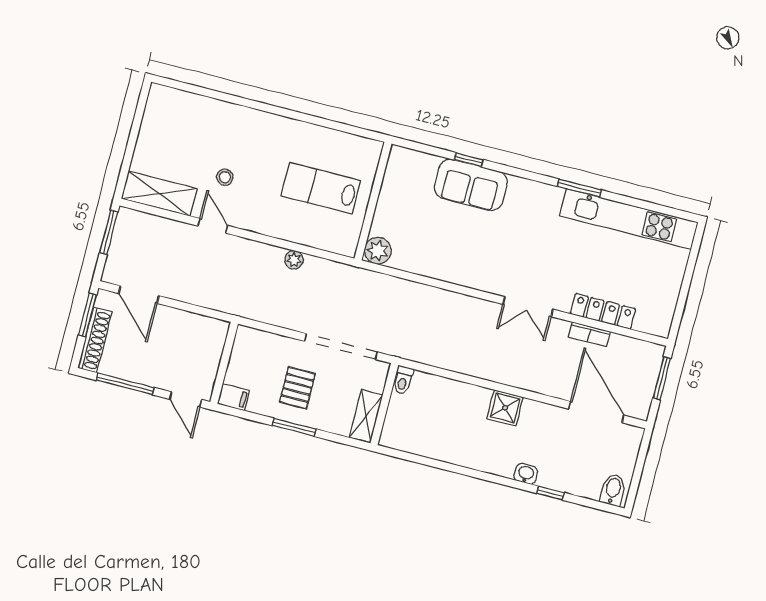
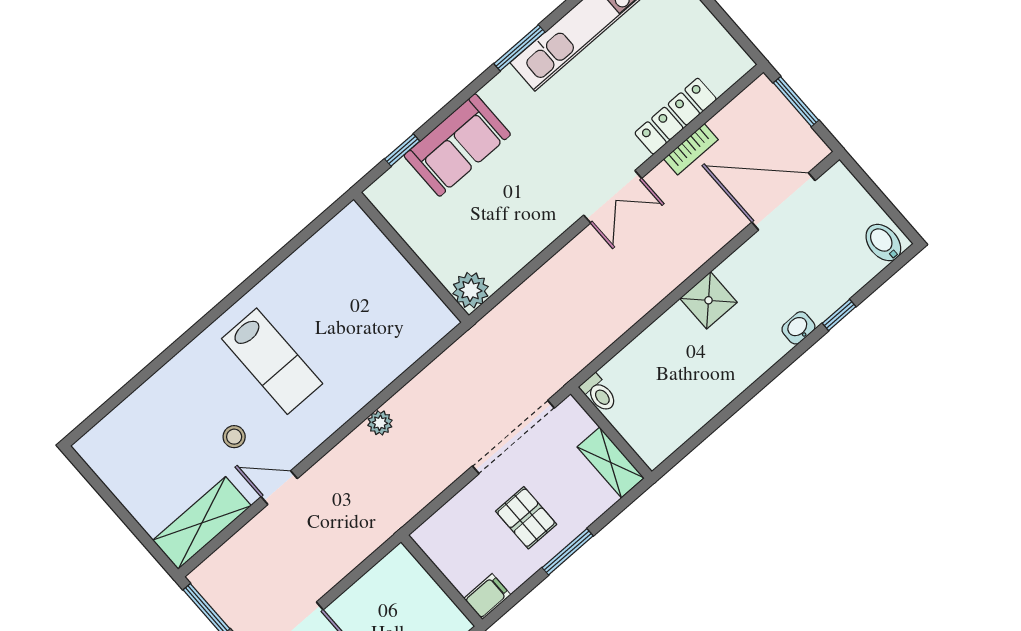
sofa: (471, 185) -> (457, 145), moved
lab bench: (321, 188) -> (272, 361), moved, turned -90
wall: (373, 201) -> (411, 257), moved
plant: (378, 251) -> (471, 290), moved

